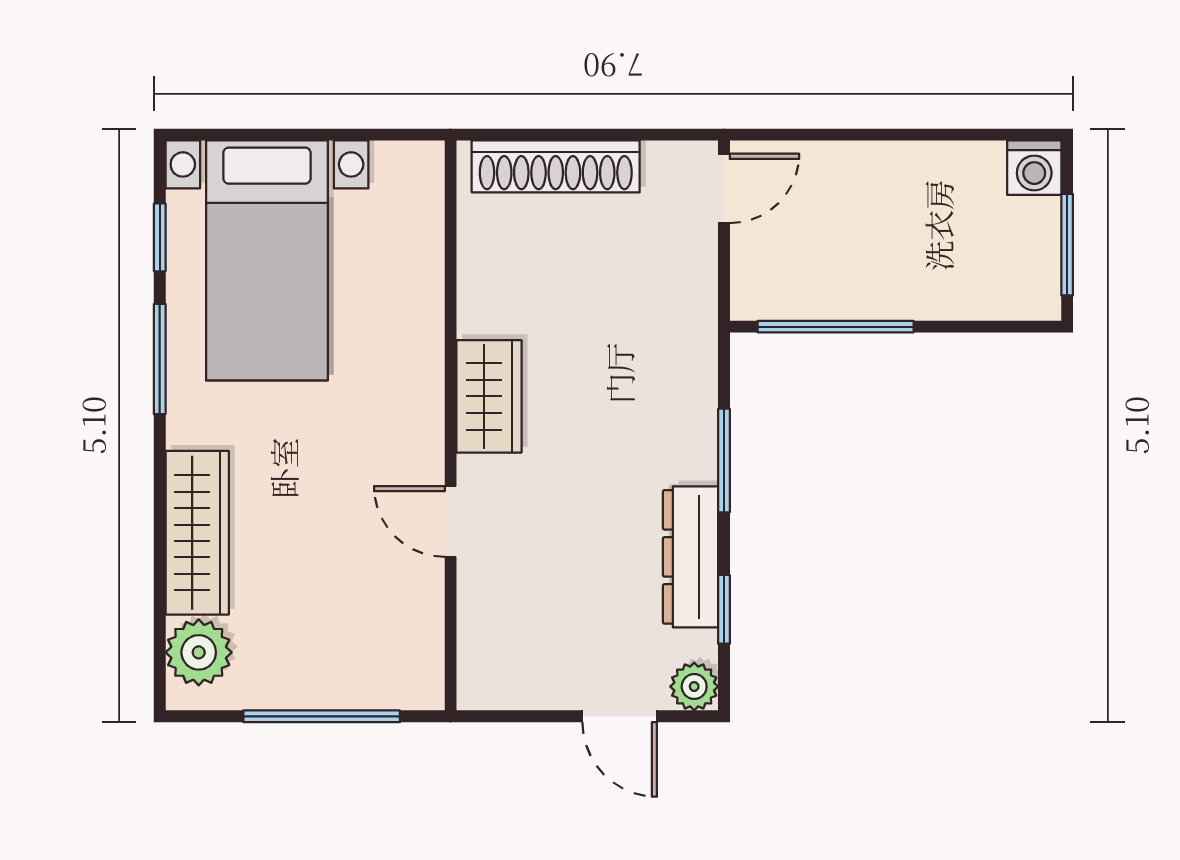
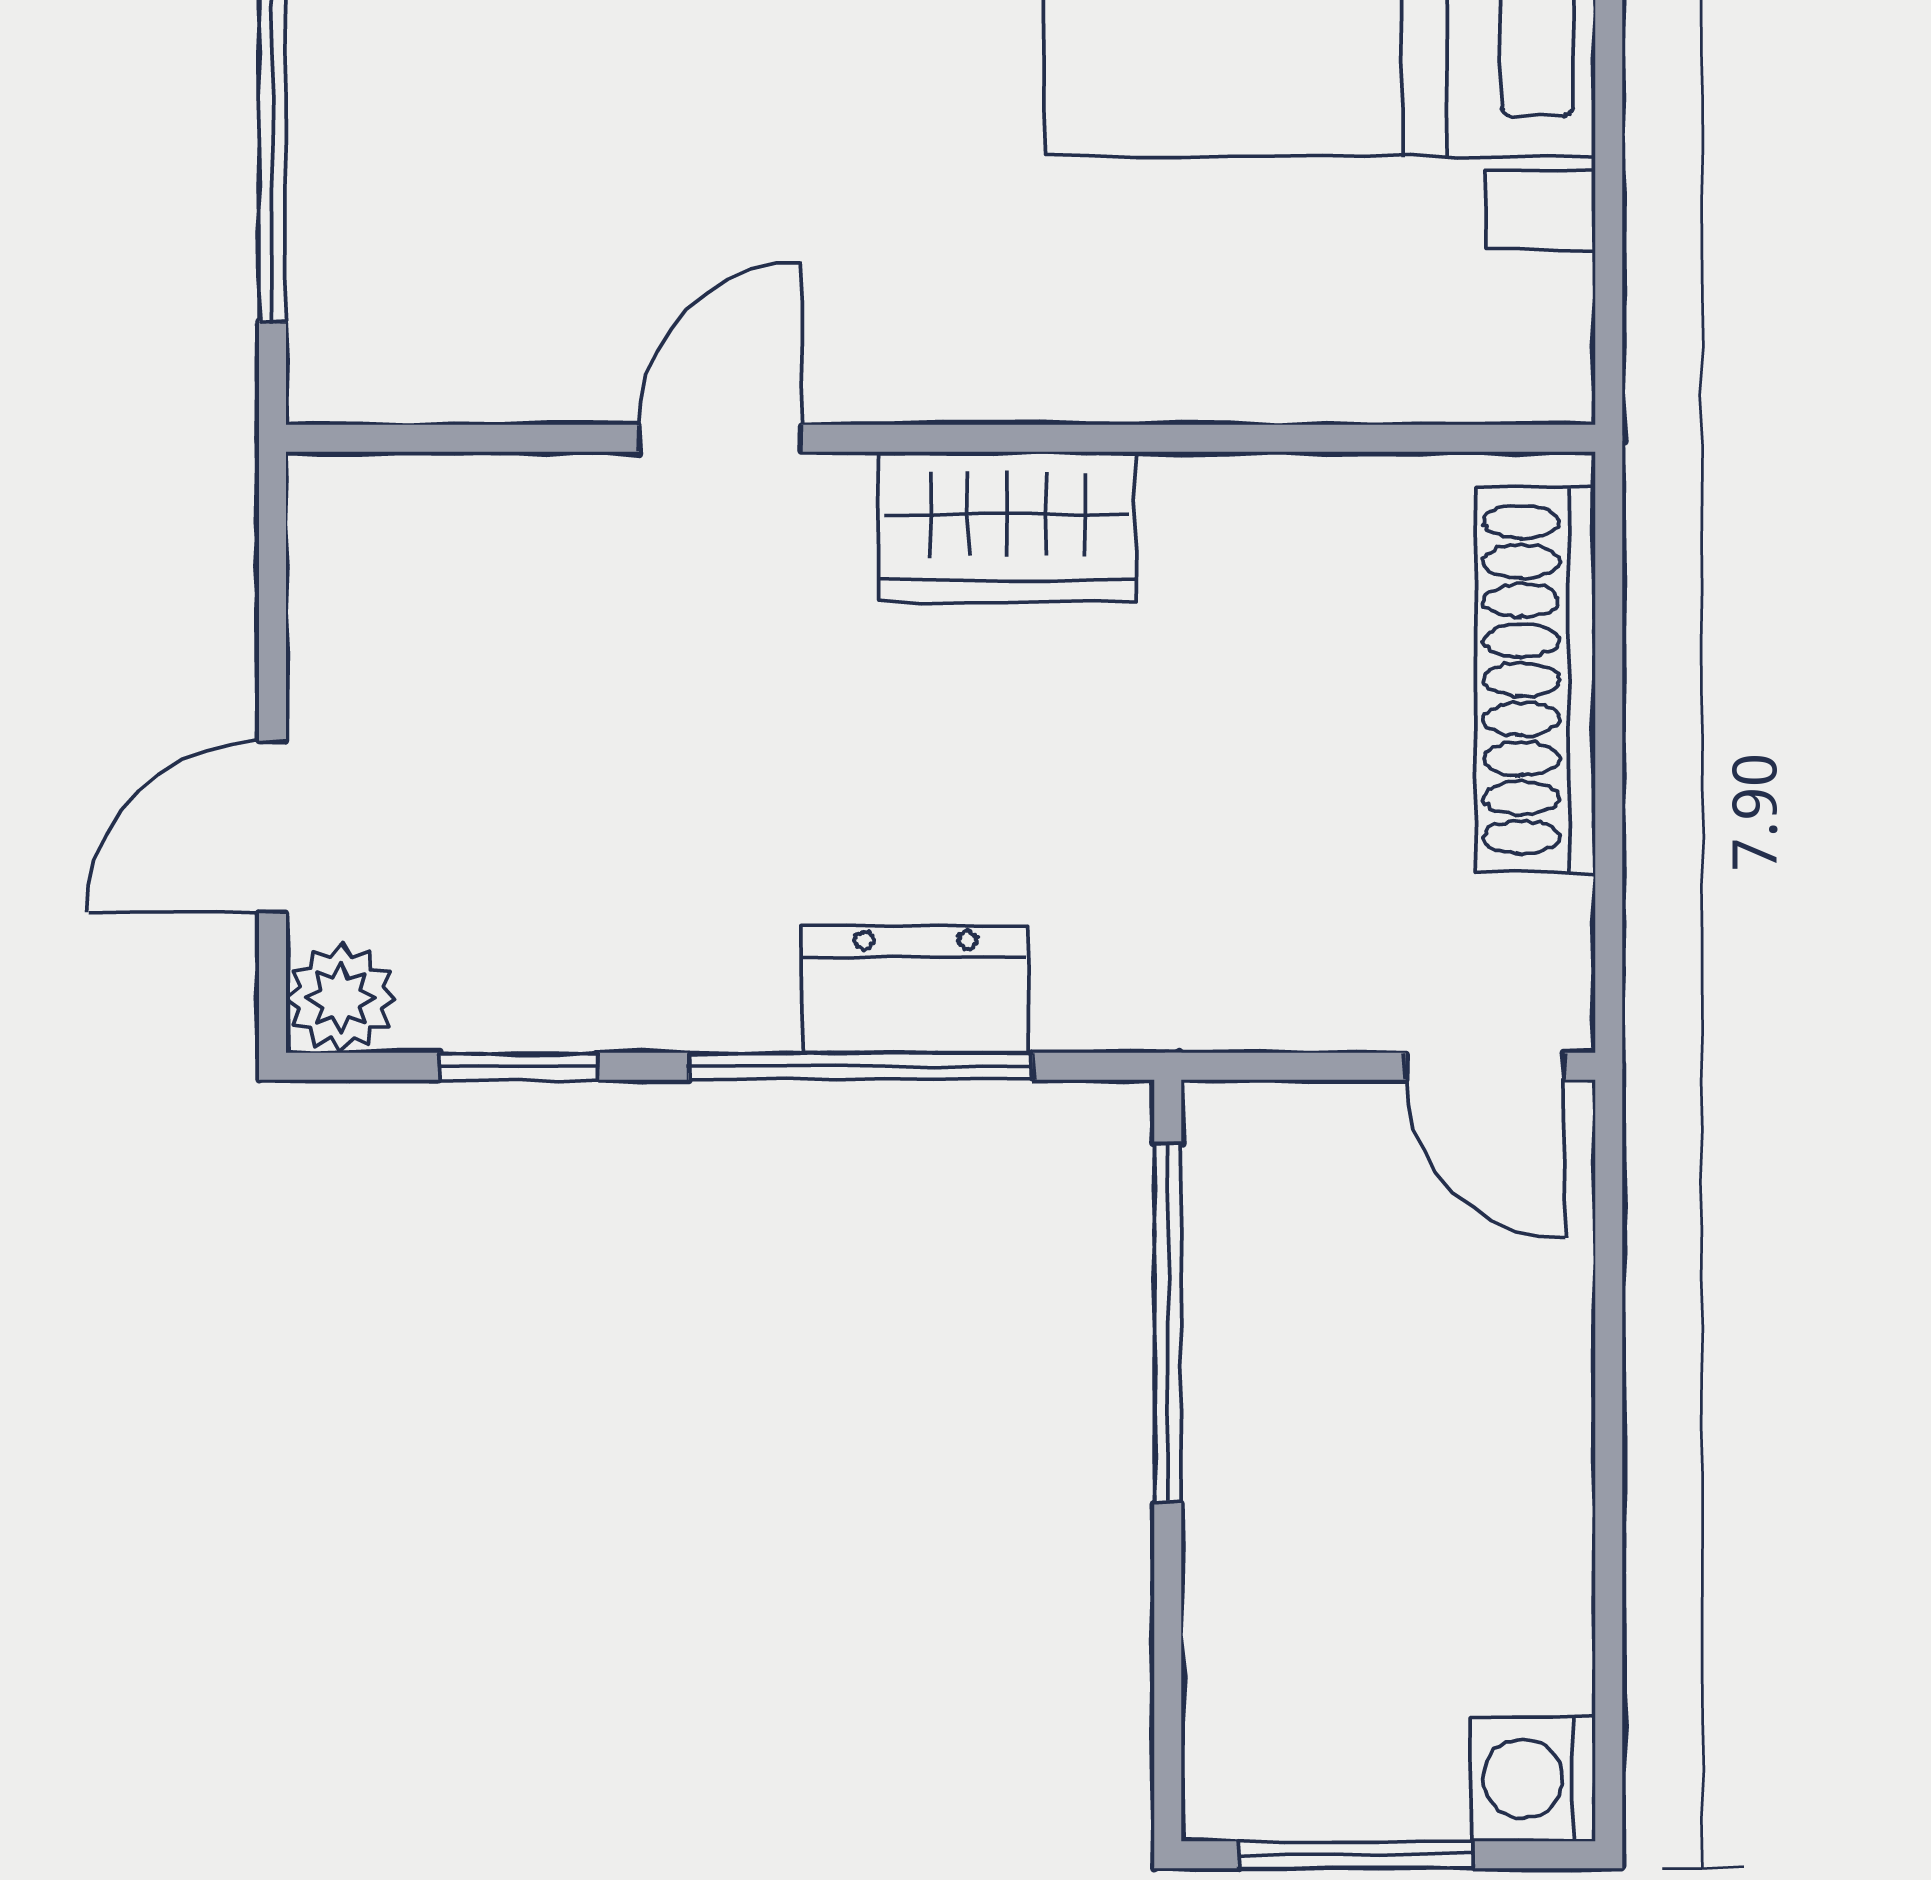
window: (724, 460) -> (860, 1066), width x1.44
dresser: (691, 557) -> (916, 990), moved, width x0.70

